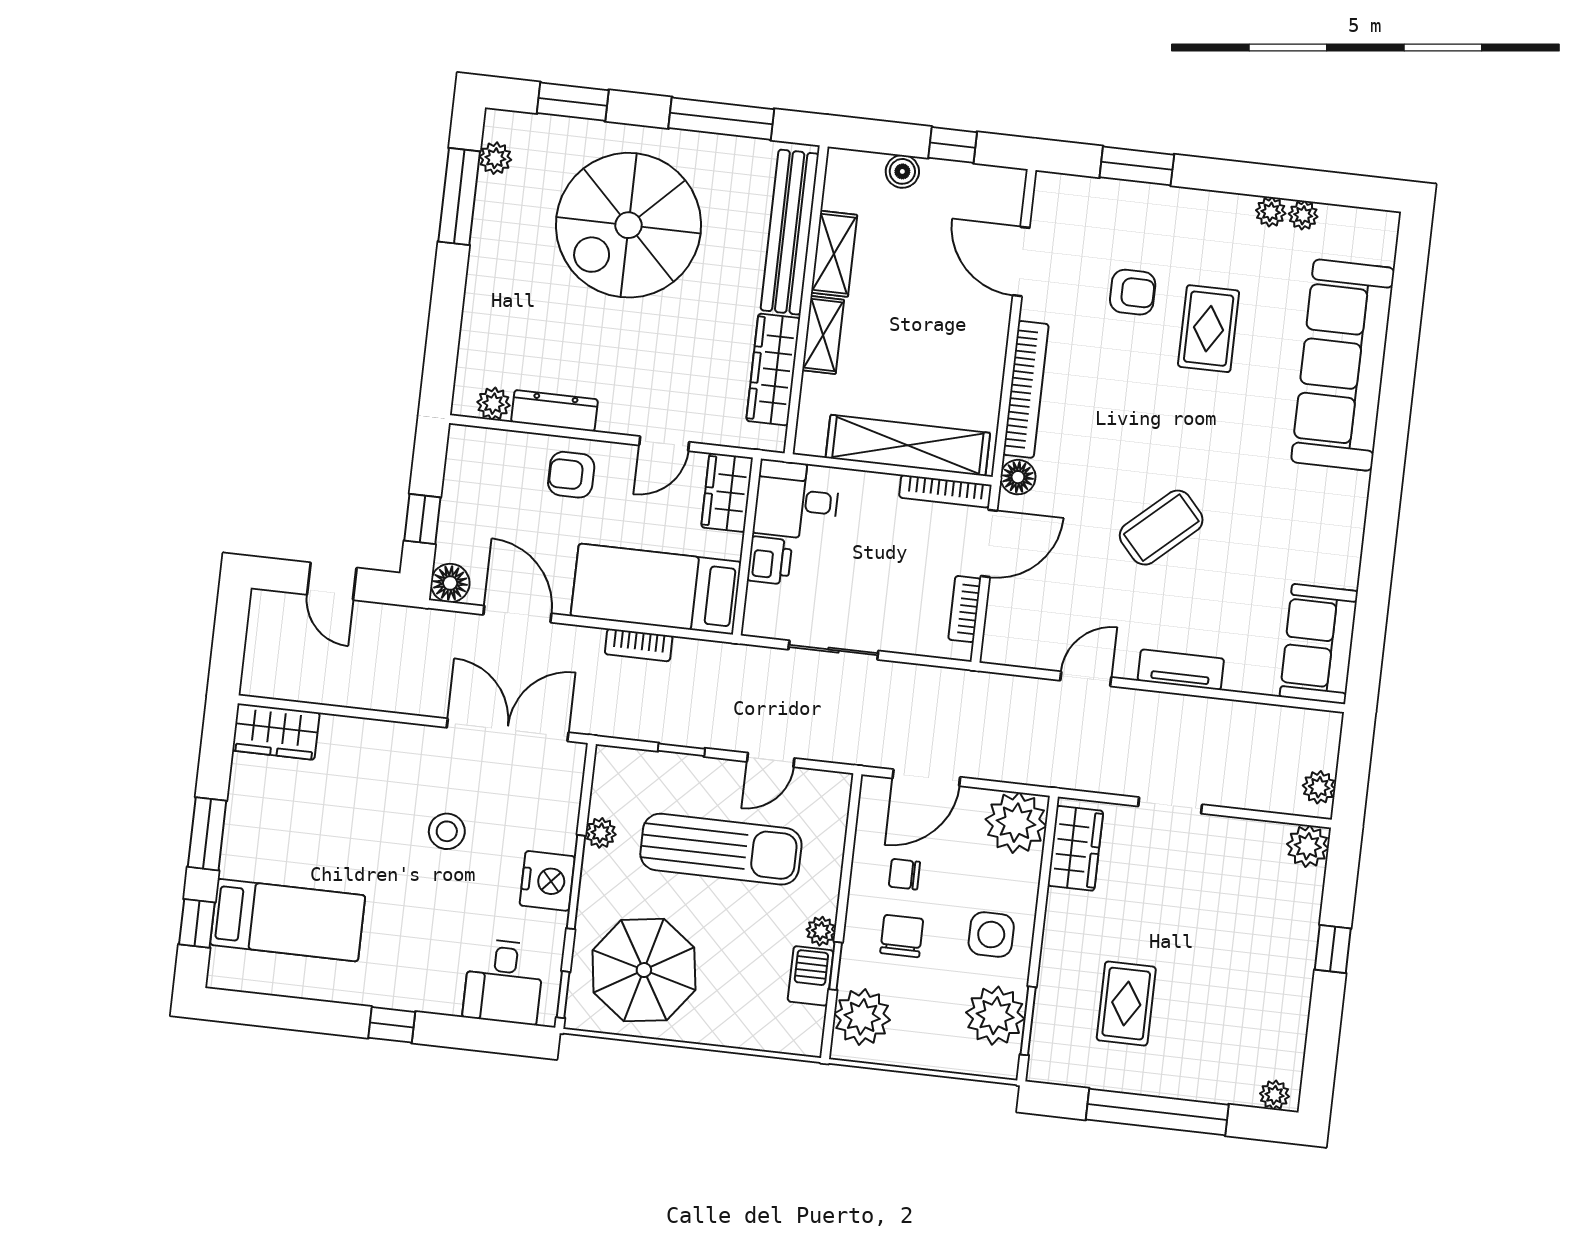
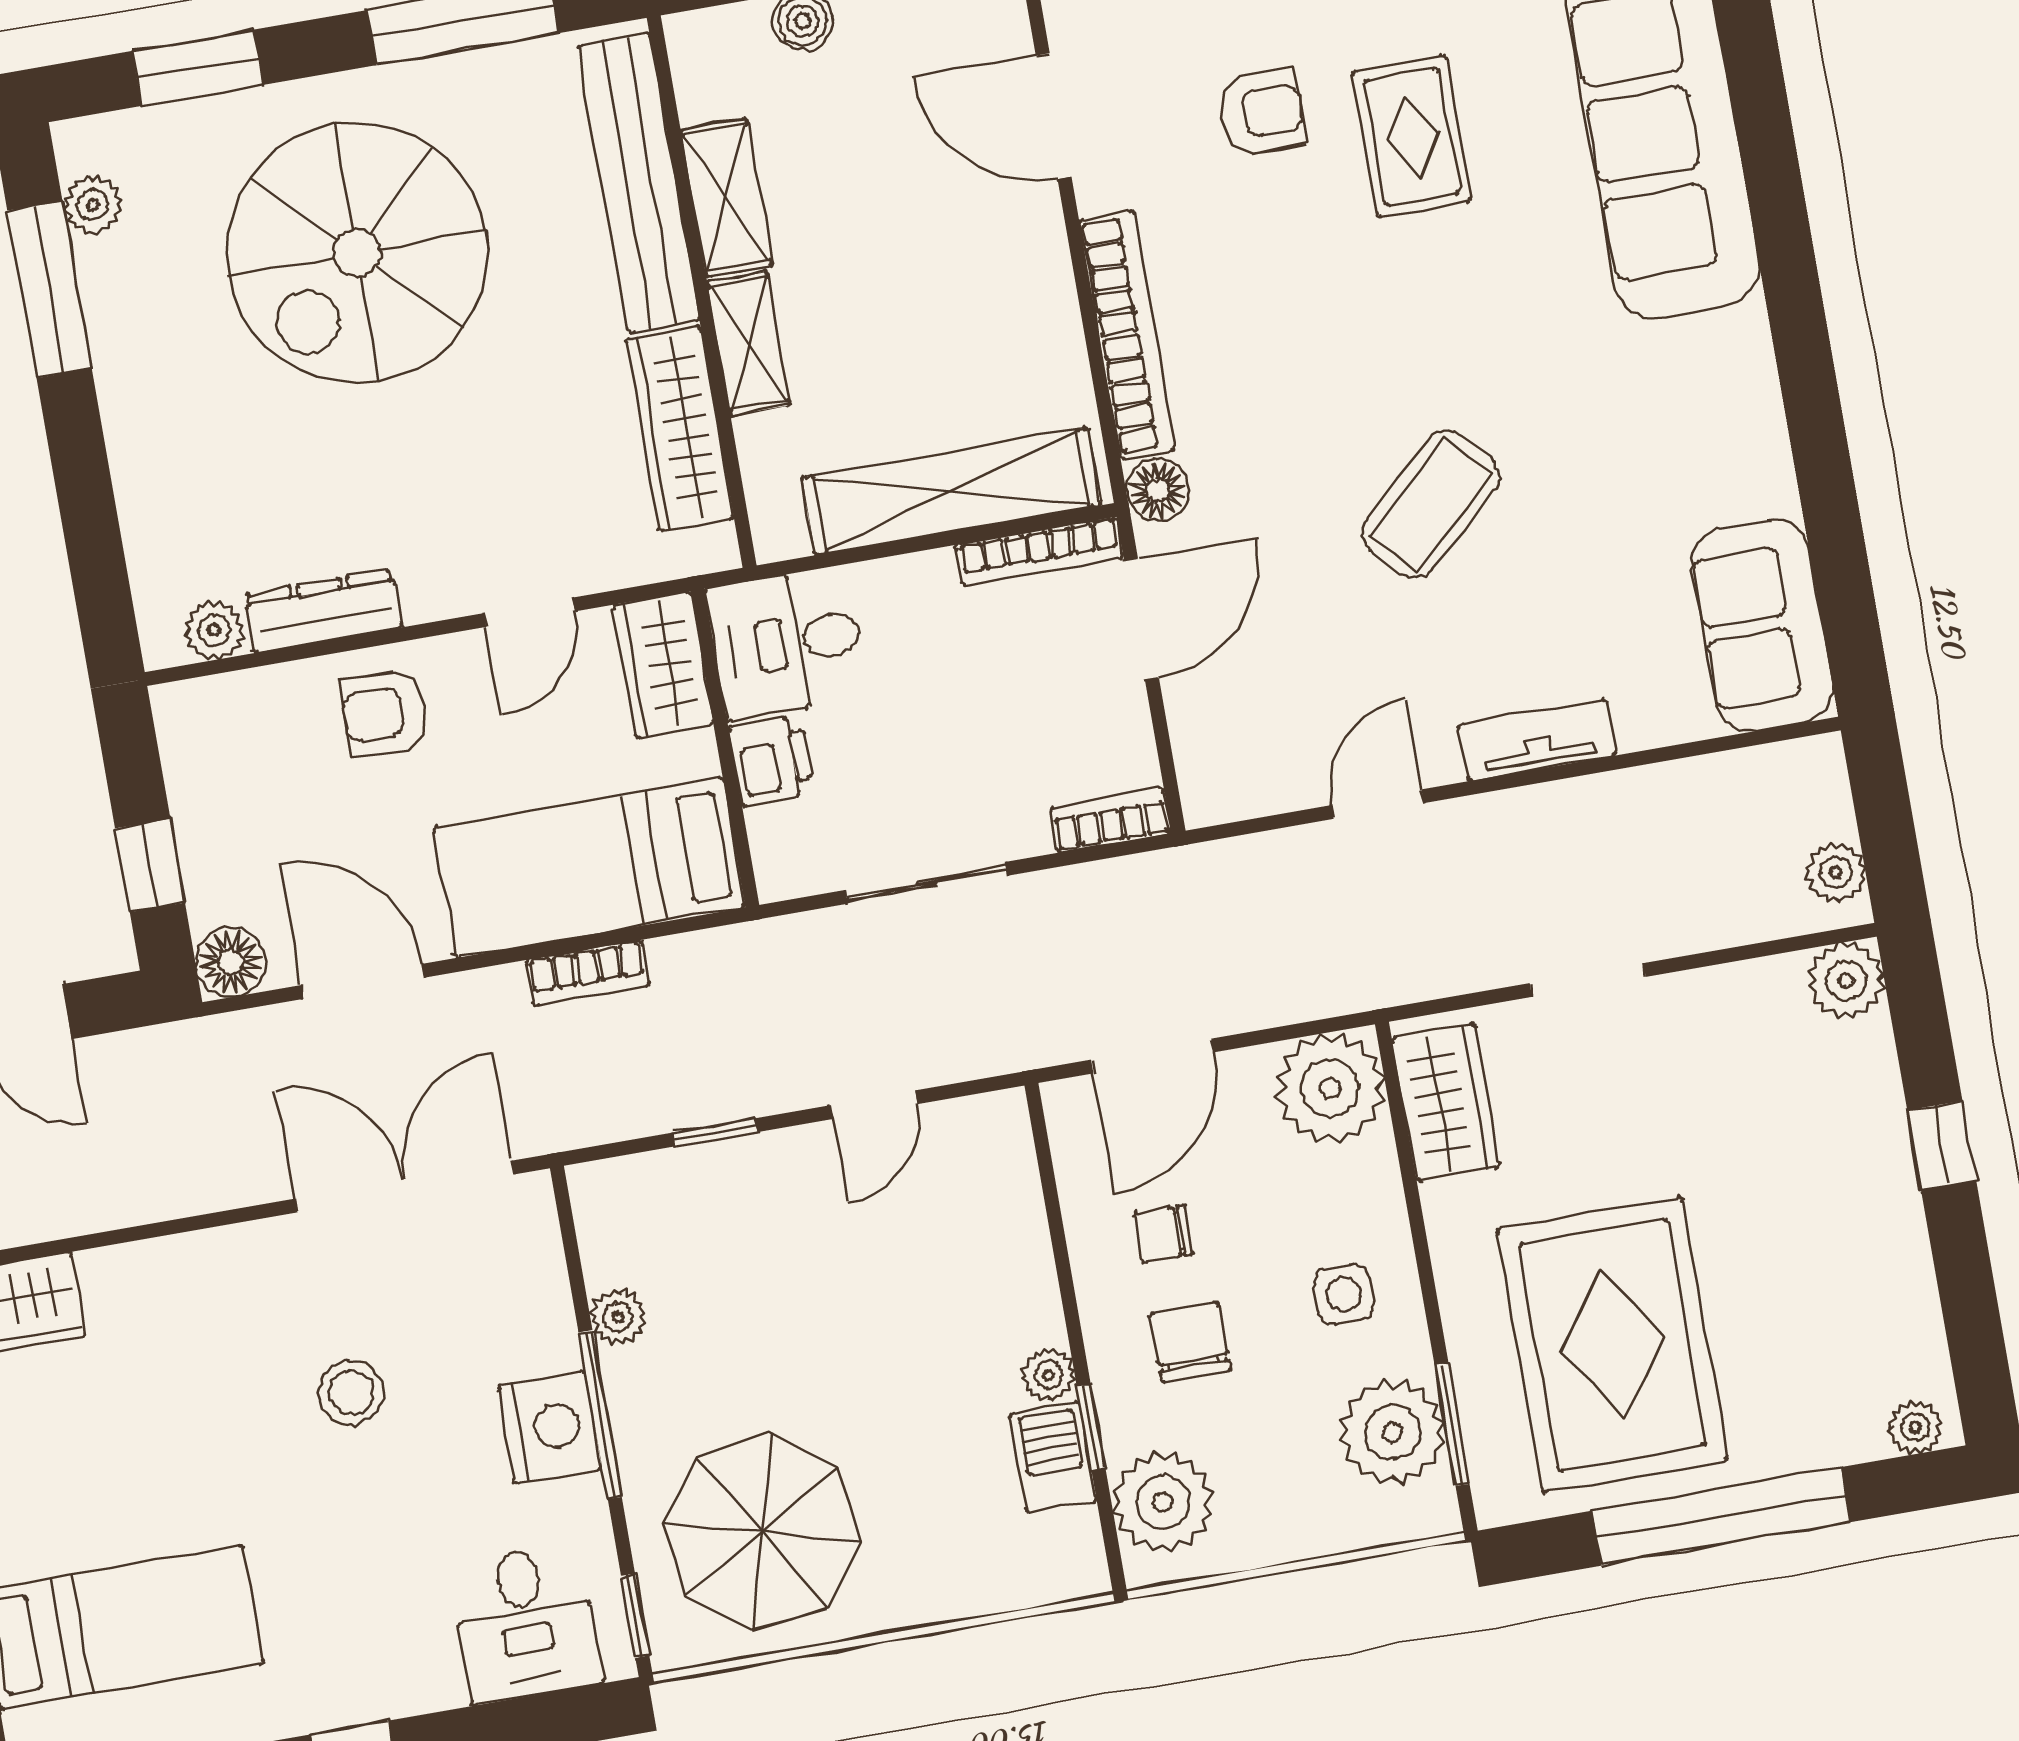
bookcase: (965, 609) -> (1110, 820), moved, turned 90
sun lounger: (721, 849) -> (834, 1284), removed
side table: (991, 935) -> (1344, 1294), width x0.73, depth x0.73
rug: (1126, 1004) -> (1612, 1345), width x1.86, depth x2.06

